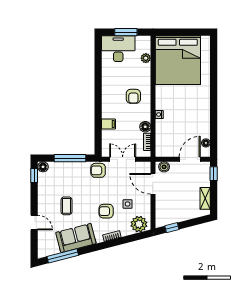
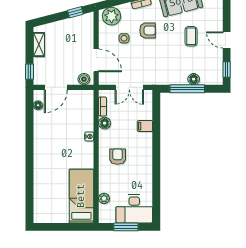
bed: (178, 60) -> (81, 196), width x0.49
floor lamp: (43, 167) -> (194, 79), moved
armchair: (98, 170) -> (156, 75), removed
door: (34, 223) -> (227, 40), moved

